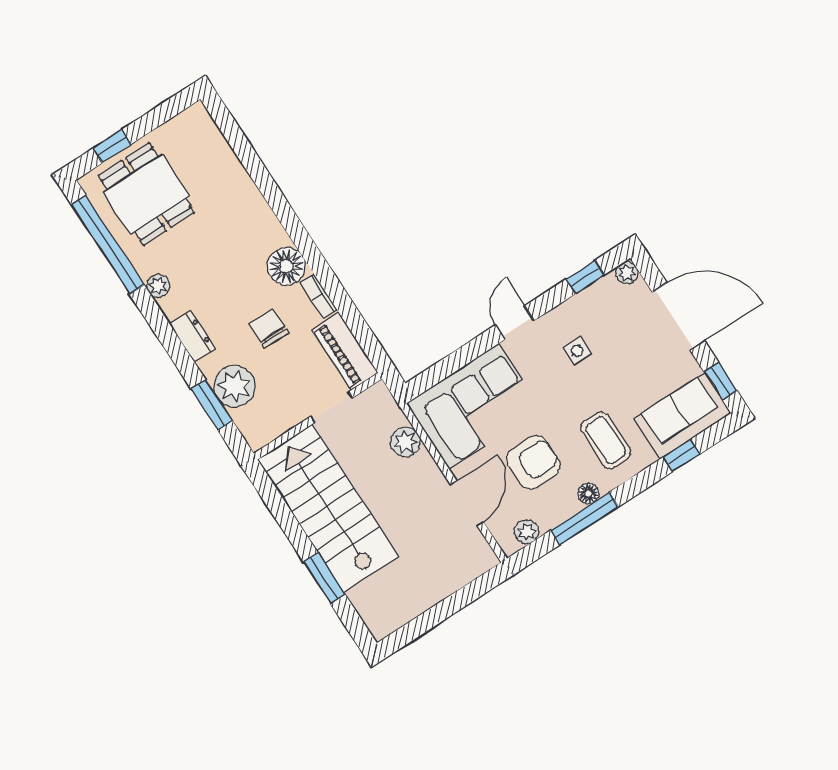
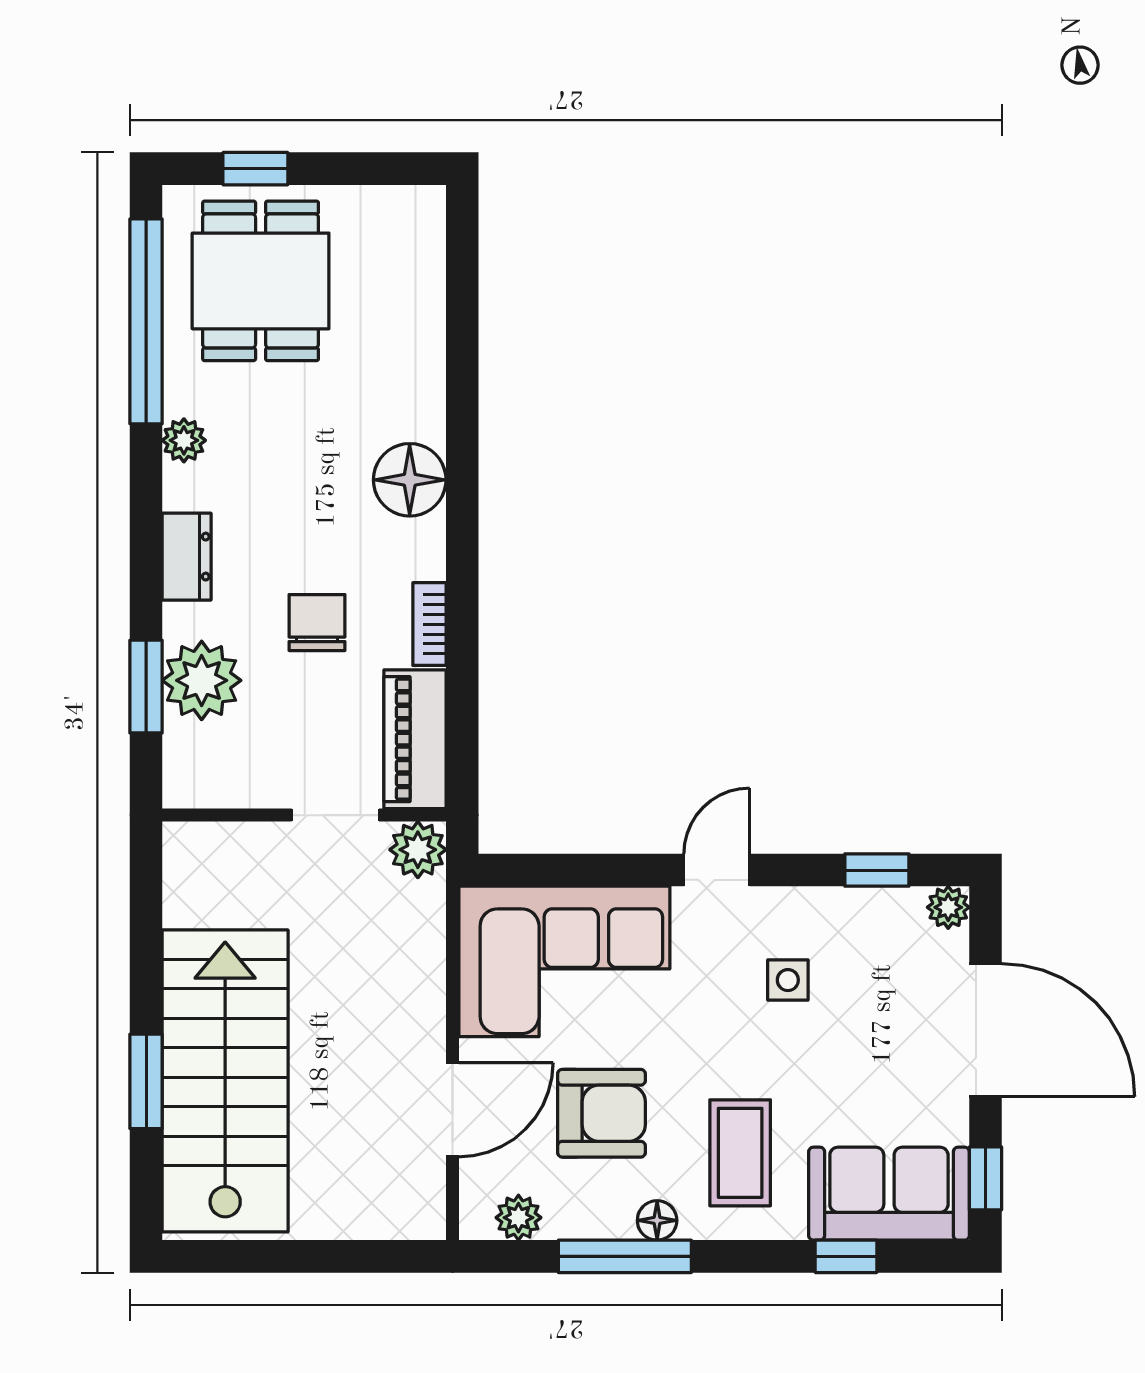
floor lamp: (286, 266) -> (410, 480), moved
plant: (405, 442) -> (418, 850), moved
stairs: (328, 508) -> (225, 1081), moved

